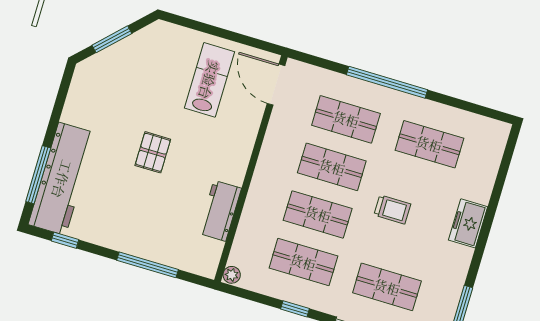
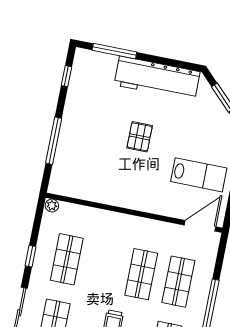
pallet: (153, 152) -> (140, 137), turned 90
workbench: (62, 179) -> (157, 78), moved
workbench: (220, 211) -> (100, 192), removed
shop shelf: (318, 214) -> (104, 267), removed

